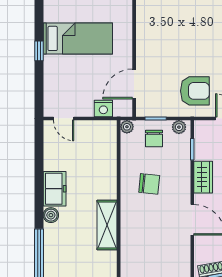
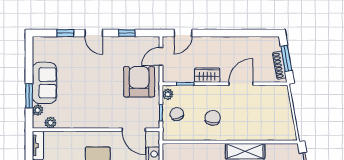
armchair: (195, 91) -> (139, 82), width x1.36, depth x1.36
plant: (127, 127) -> (167, 135), removed
chair: (154, 139) -> (177, 114), turned -109

